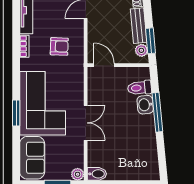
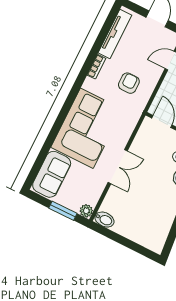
armchair: (59, 46) -> (129, 83), turned -92
window: (16, 113) -> (58, 125), removed

